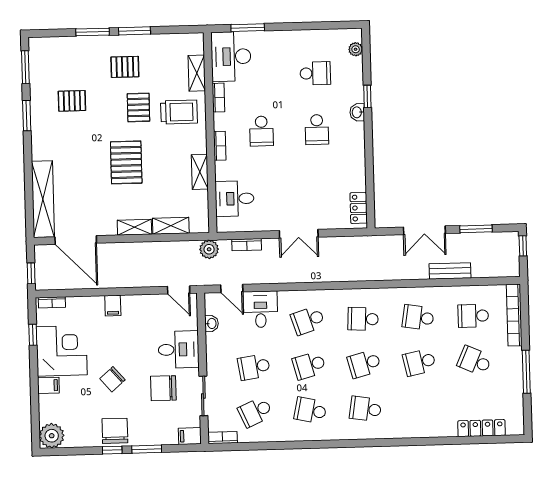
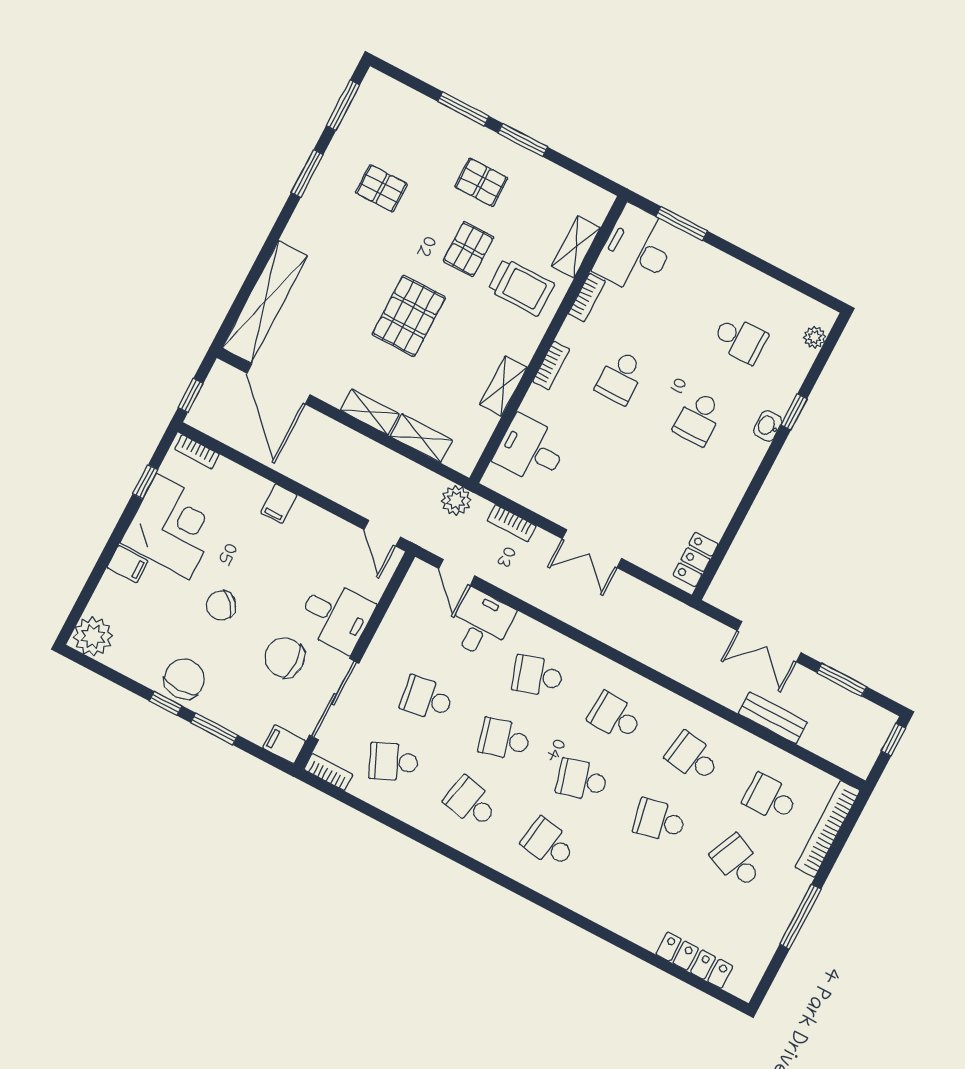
washbasin: (211, 323) -> (402, 605), removed
sliding door: (203, 396) -> (334, 699), width x1.37

